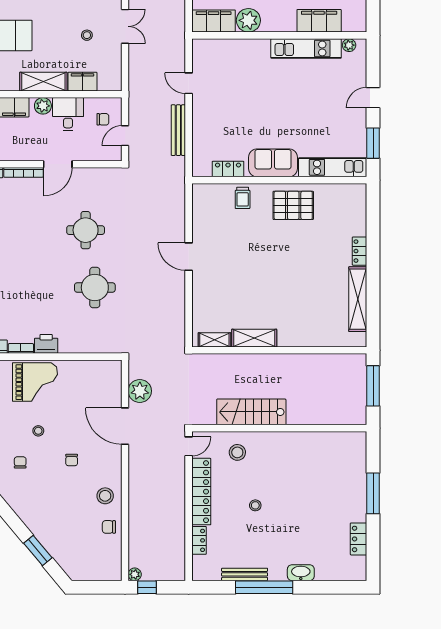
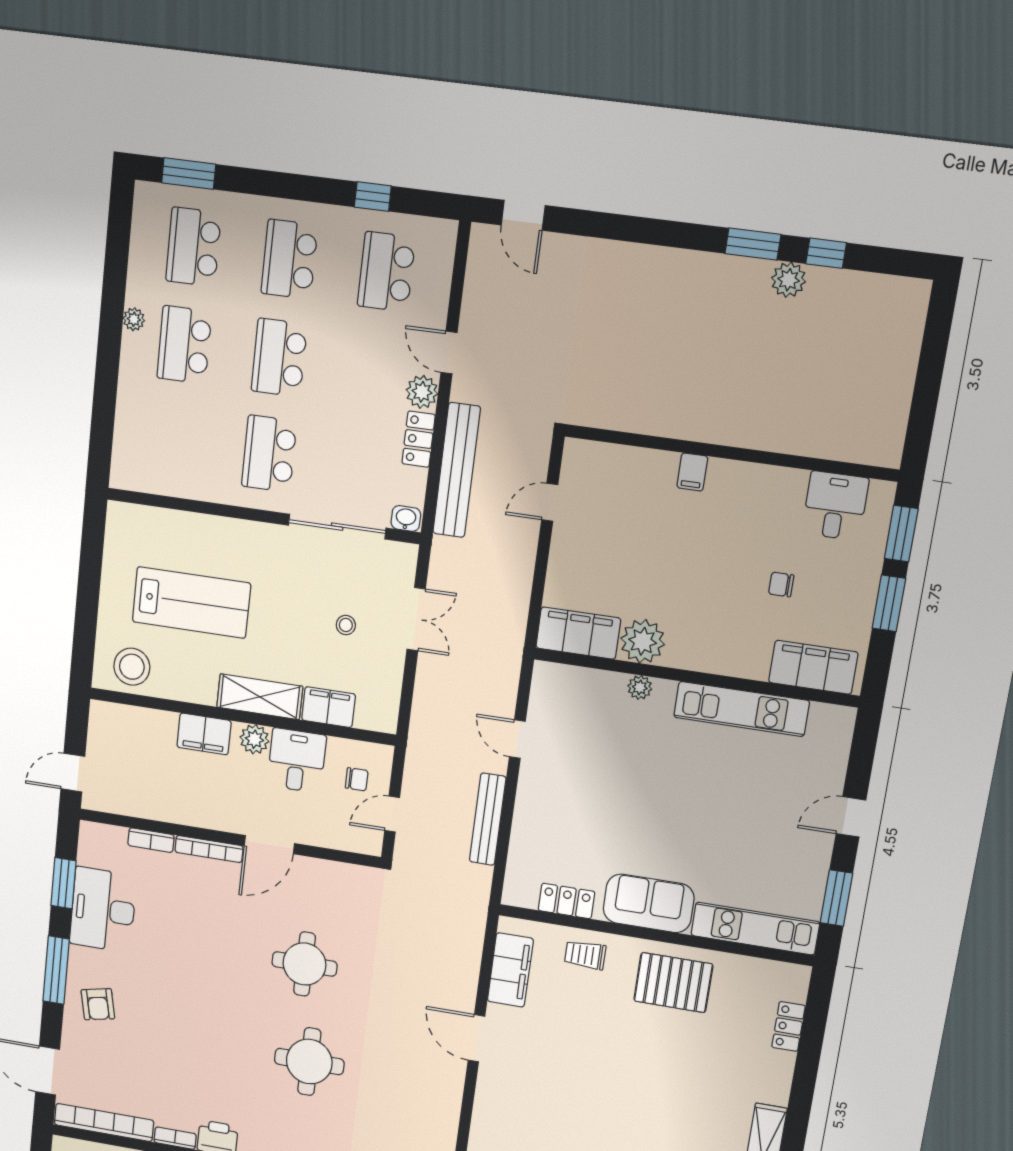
filing cabinet: (319, 21) -> (813, 667), moved
plant: (349, 45) -> (640, 687), moved
trolley: (243, 198) -> (585, 955), turned 90
filing cabinet: (202, 214) -> (510, 970), added
locker: (360, 251) -> (788, 1026), moved

